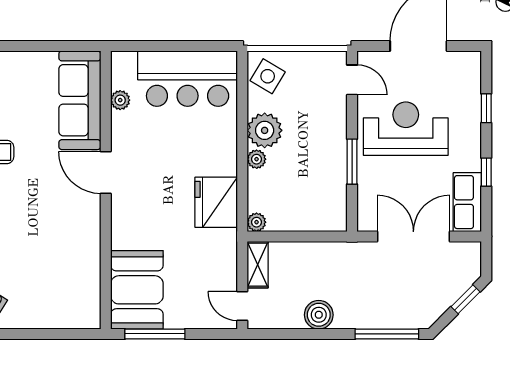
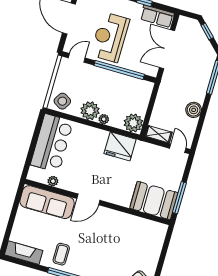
window: (352, 162) -> (119, 70), width x2.11
plant: (257, 222) -> (133, 123), width x1.88, depth x1.88
door: (242, 306) -> (178, 148), swing flipped

